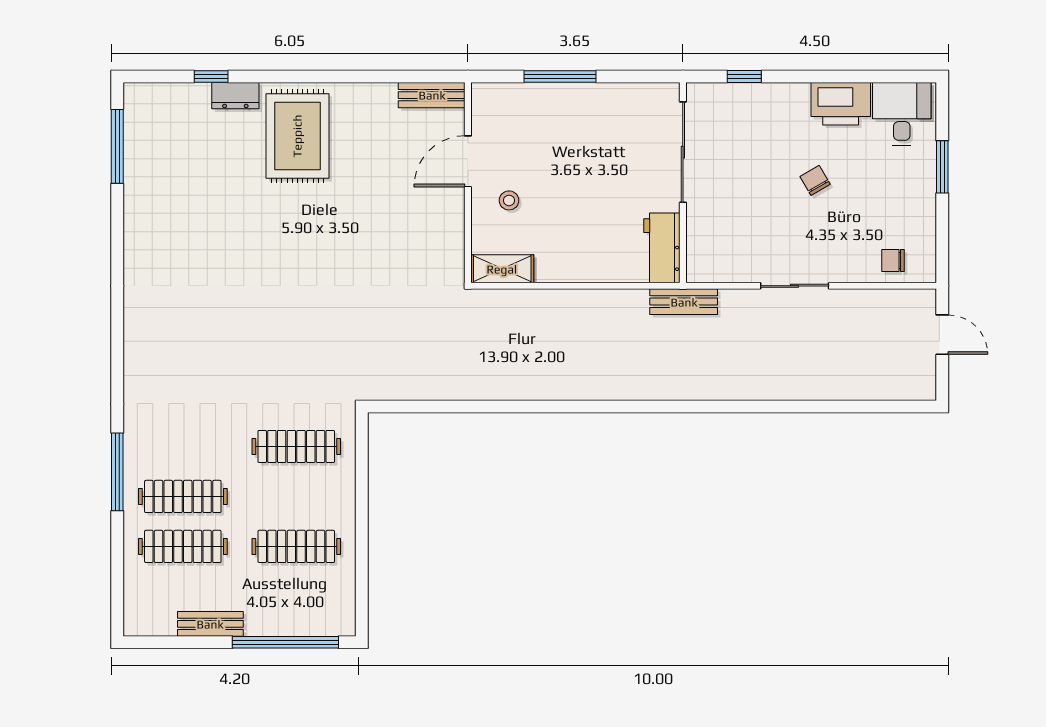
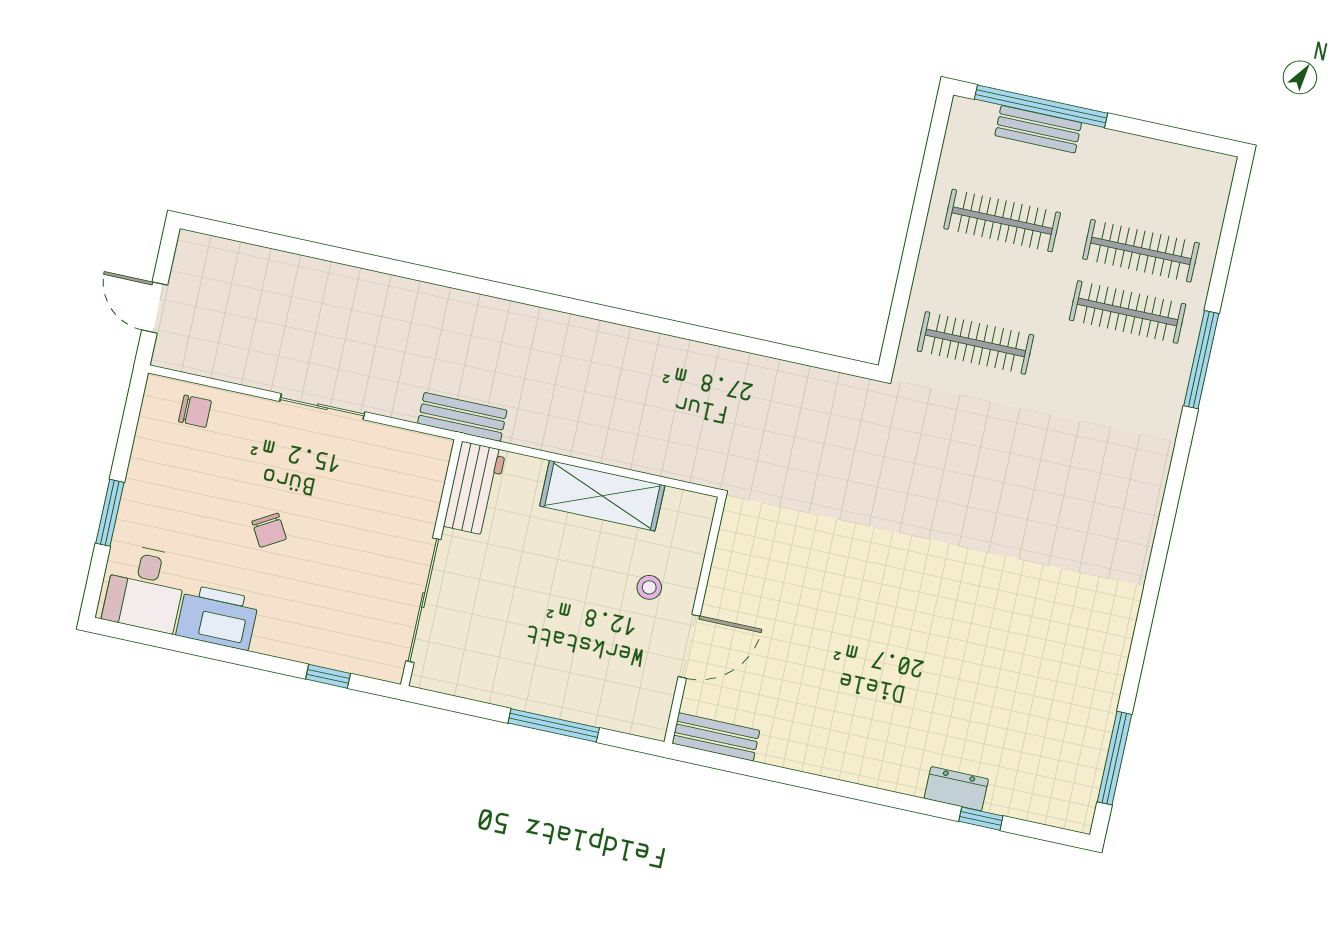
rug: (297, 136) -> (891, 723), removed
shelving: (502, 269) -> (602, 496), moved, width x1.50, depth x1.33
bench: (210, 624) -> (1038, 129), moved

